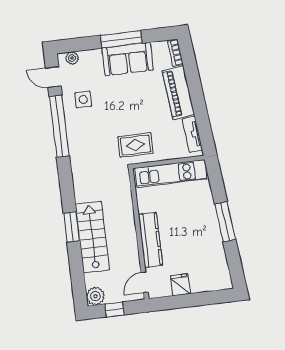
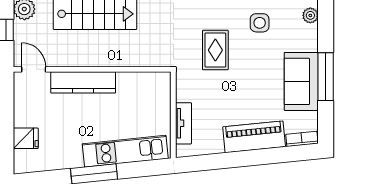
tv unit: (192, 134) -> (183, 123), moved, turned 96
rug: (135, 145) -> (215, 50), moved
kitchen unit: (171, 173) -> (125, 151), moved, turned 84
fridge: (180, 285) -> (26, 138), moved

